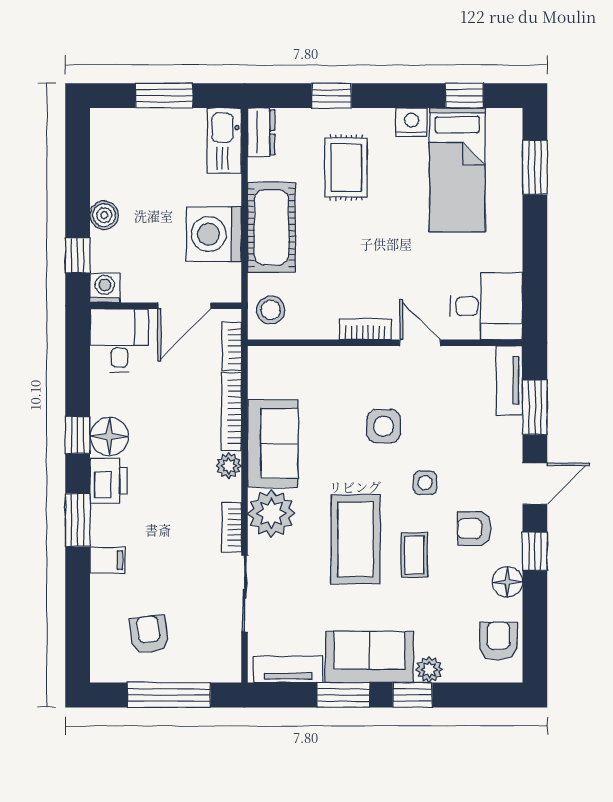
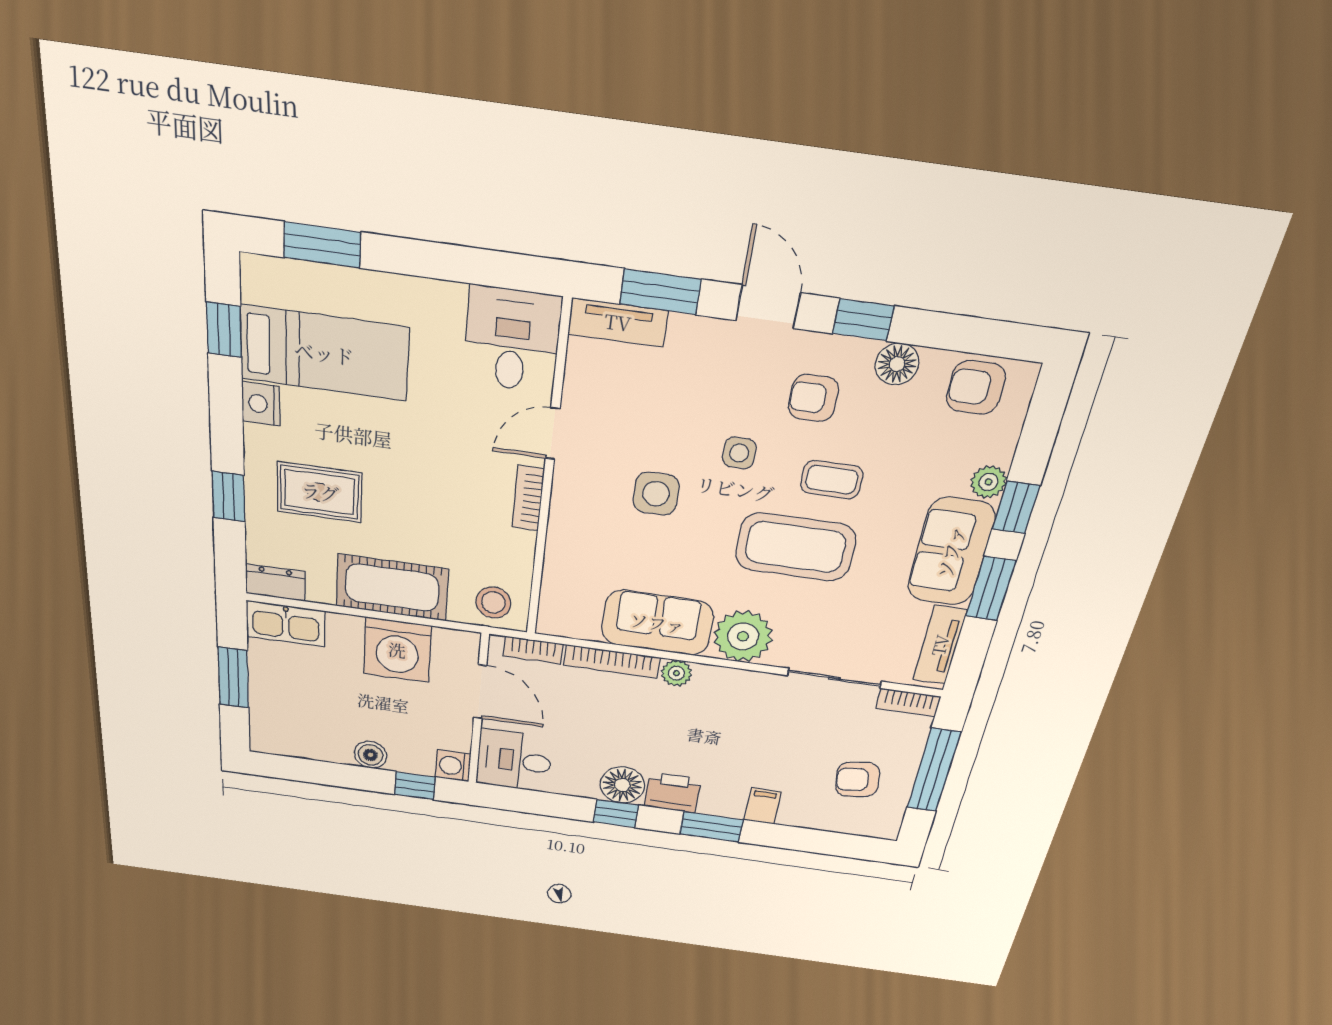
bookcase: (231, 527) -> (908, 702), moved
armchair: (474, 529) -> (813, 398), turned 90

